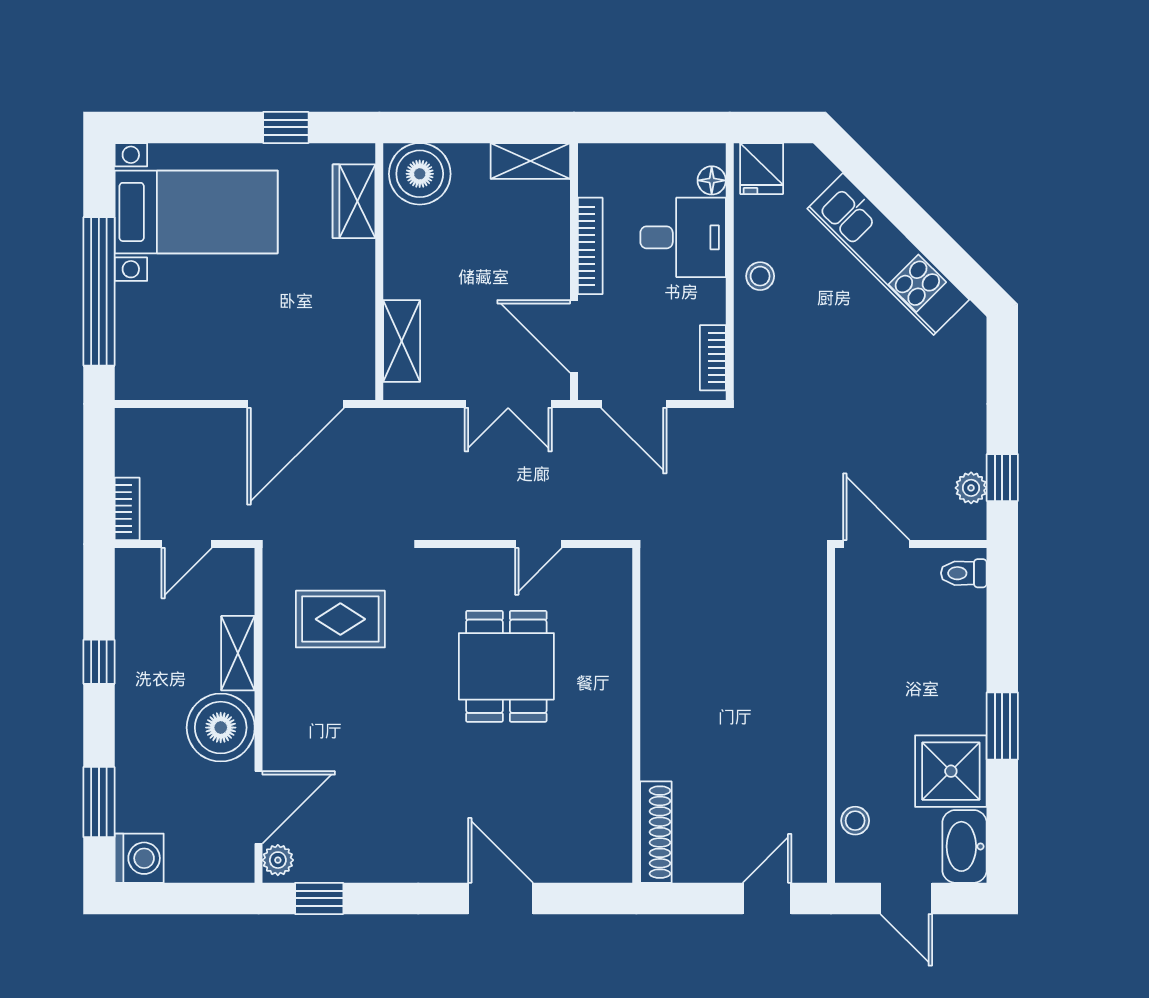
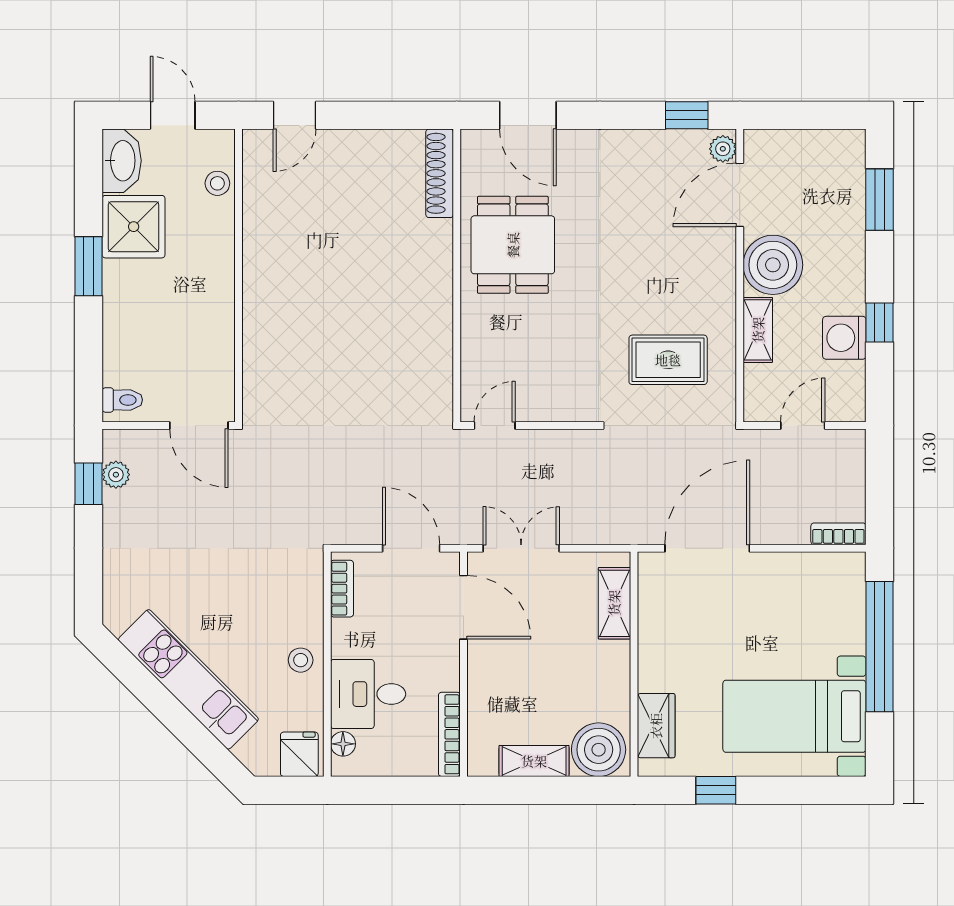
shelving: (530, 161) -> (534, 761), moved
bookcase: (590, 246) -> (449, 734), moved
bookcase: (127, 509) -> (838, 534), moved, turned 90
dining table: (506, 666) -> (513, 245), moved
wall: (636, 715) -> (457, 275), moved
shoe rack: (656, 832) -> (440, 173), moved
washing machine: (139, 858) -> (844, 338), moved

